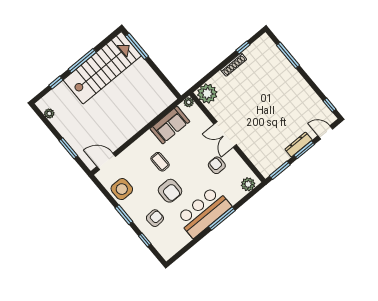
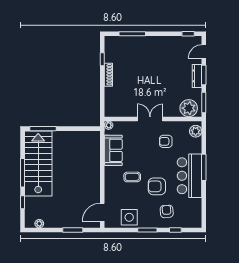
plant: (207, 94) -> (189, 108), moved
double door: (225, 135) -> (150, 119), swing flipped
armchair: (170, 191) -> (157, 186), turned 180

